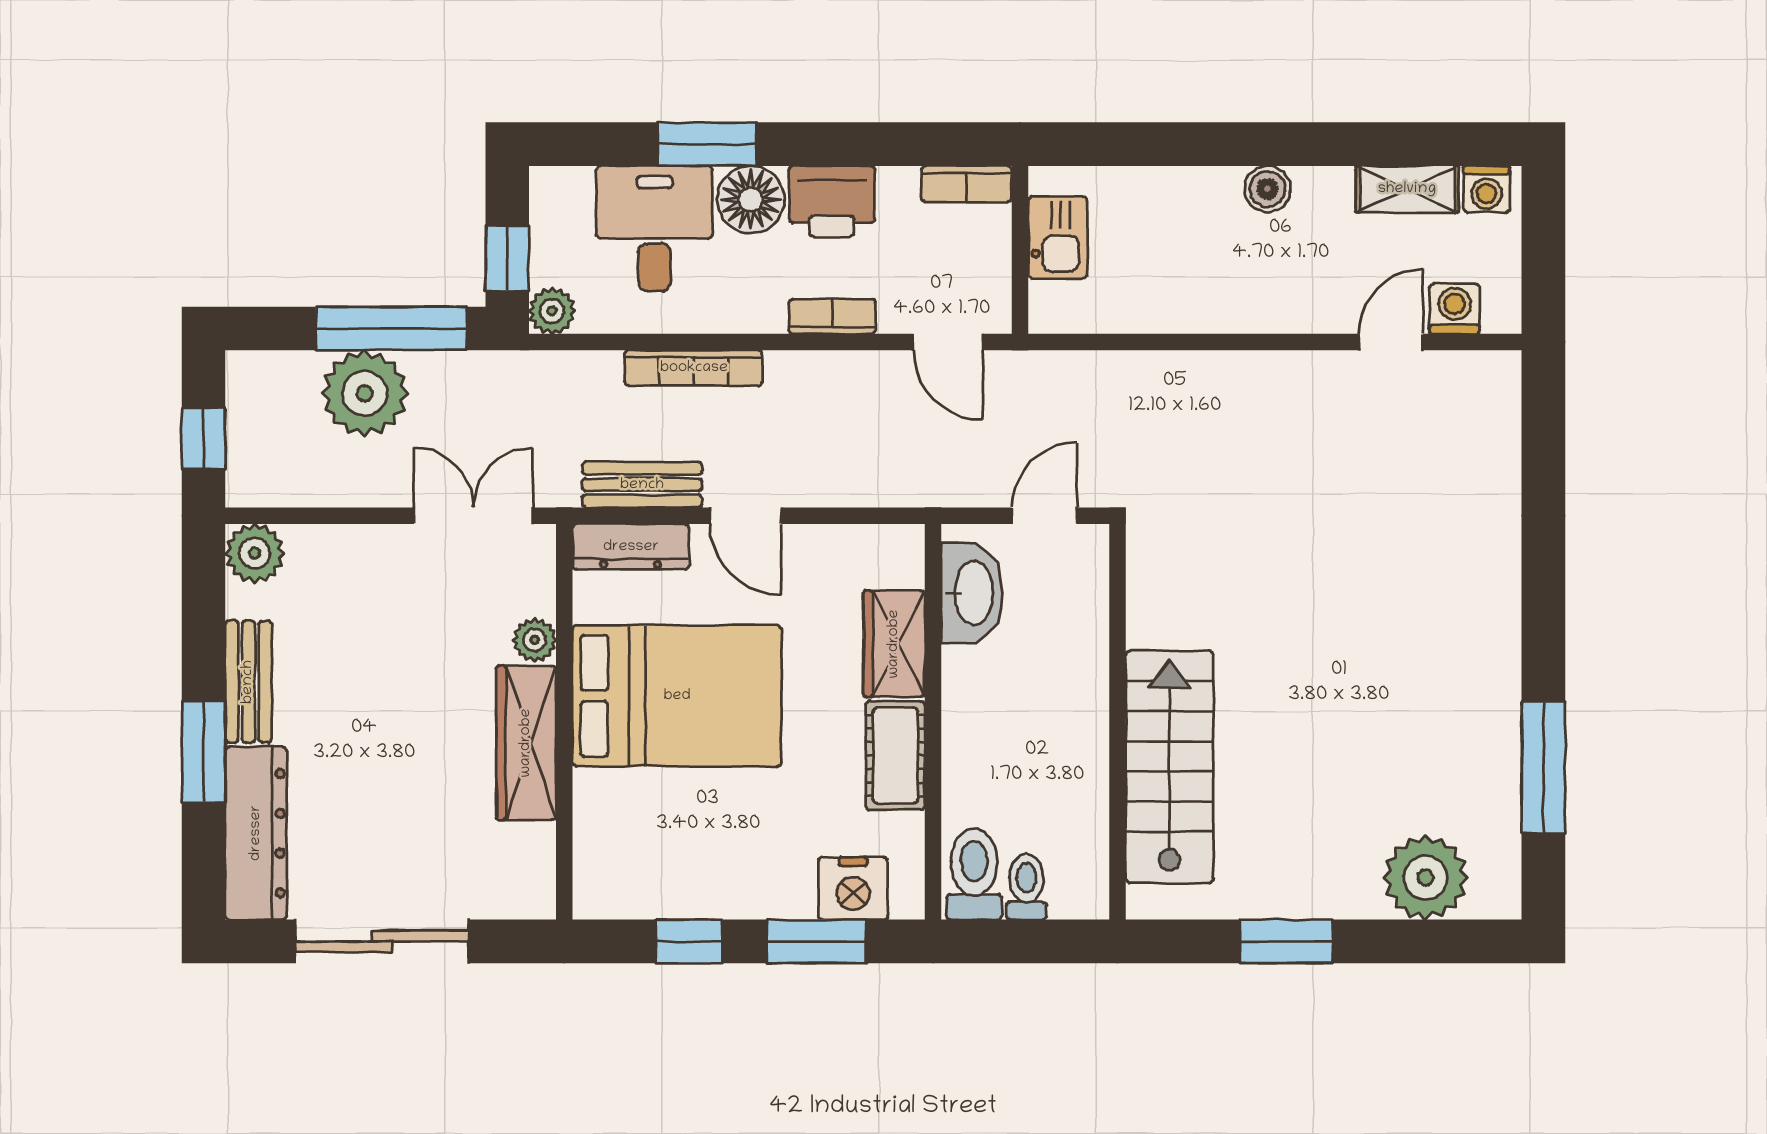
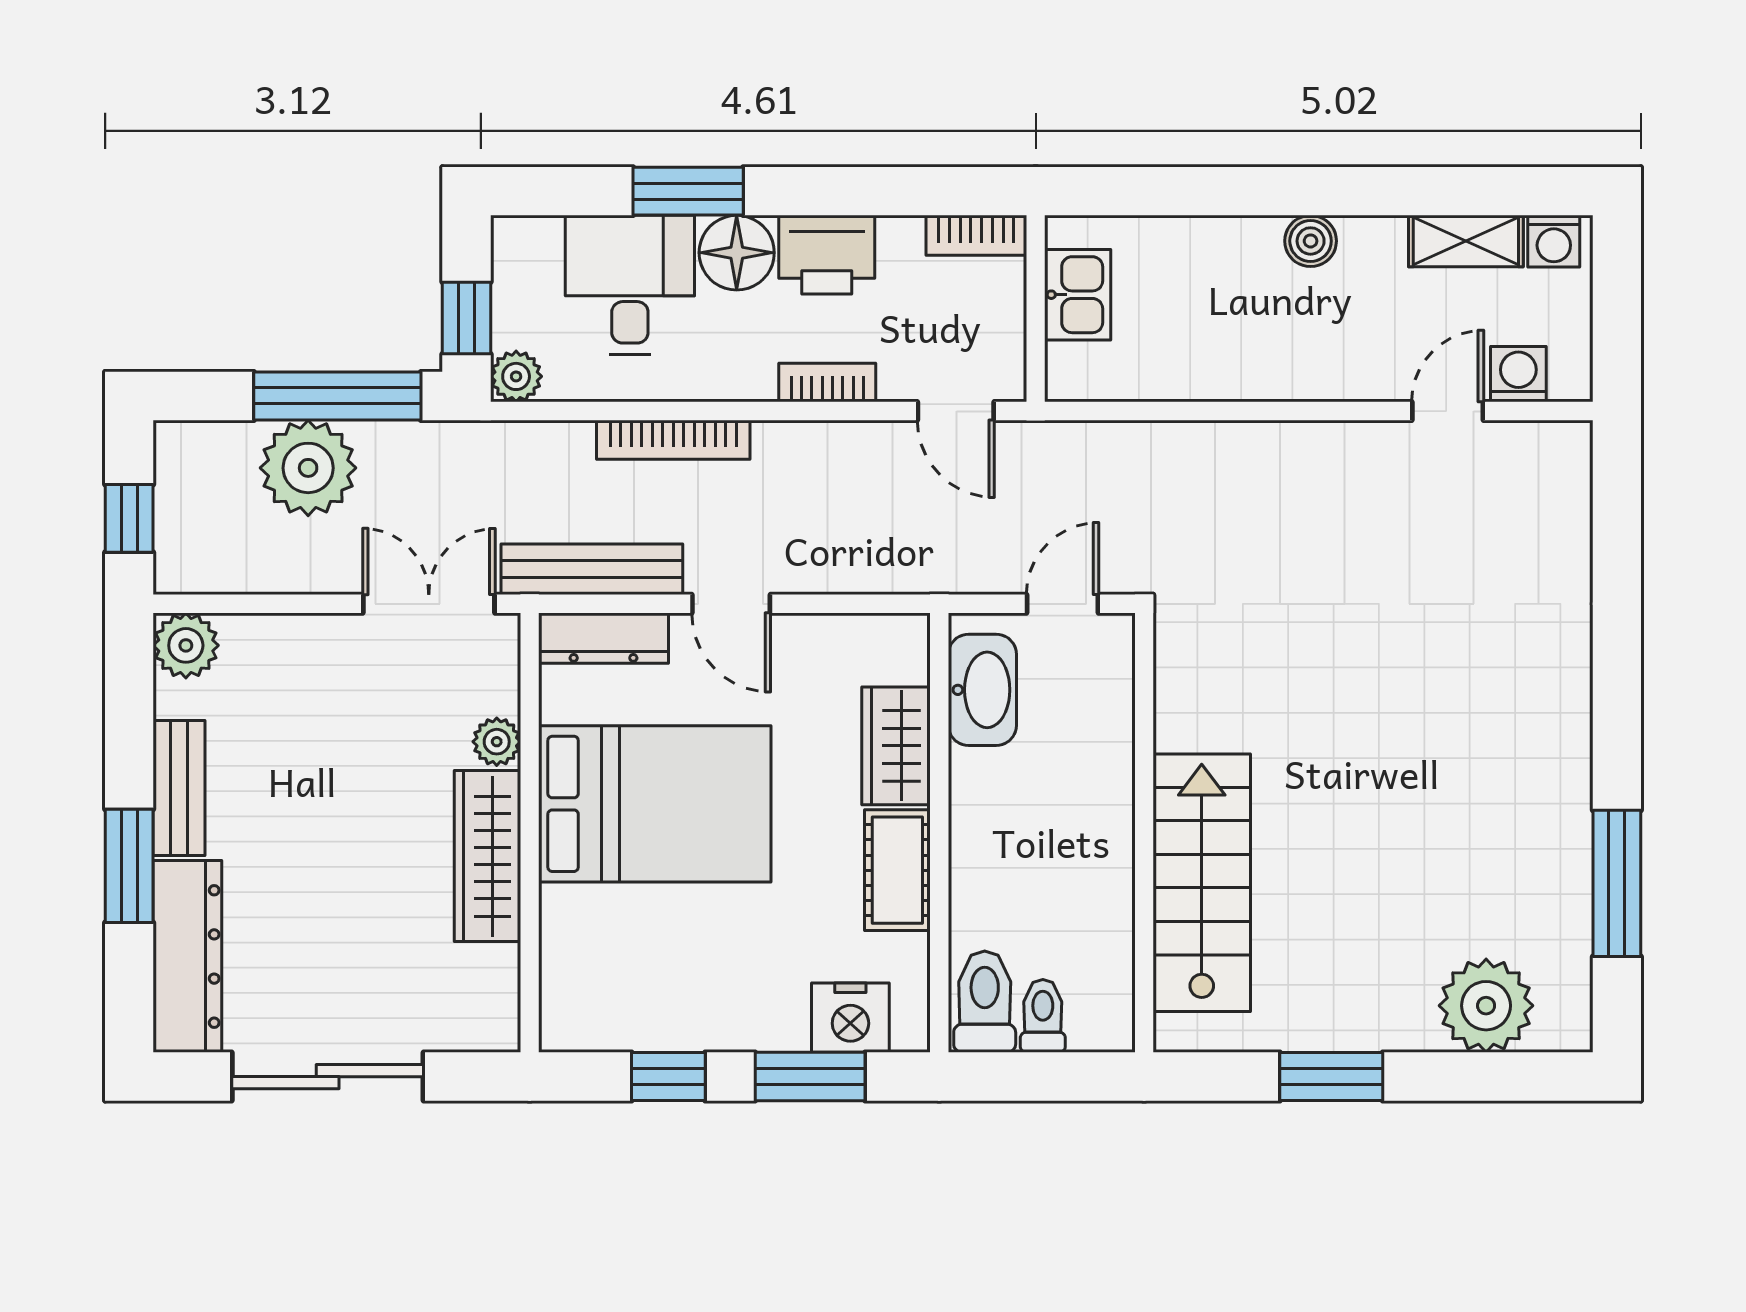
bench: (642, 485) -> (592, 569), width x1.36

